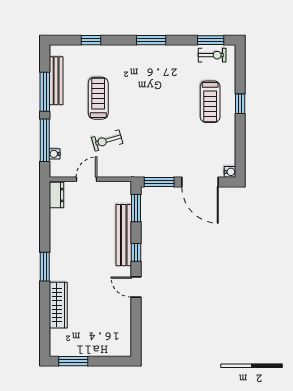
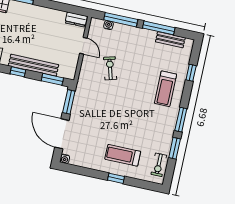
window: (211, 40) -> (175, 148), moved
bench: (56, 81) -> (170, 40), width x0.73
treadmill: (98, 98) -> (165, 89), moved, turned 90
door: (200, 182) -> (62, 134), hinge flipped

